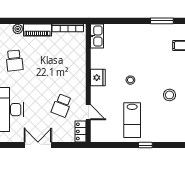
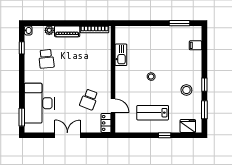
kitchen sink: (97, 36) -> (121, 55), moved
fridge: (98, 78) -> (188, 126), moved, turned -90
lab bench: (132, 120) -> (153, 113), turned 90

